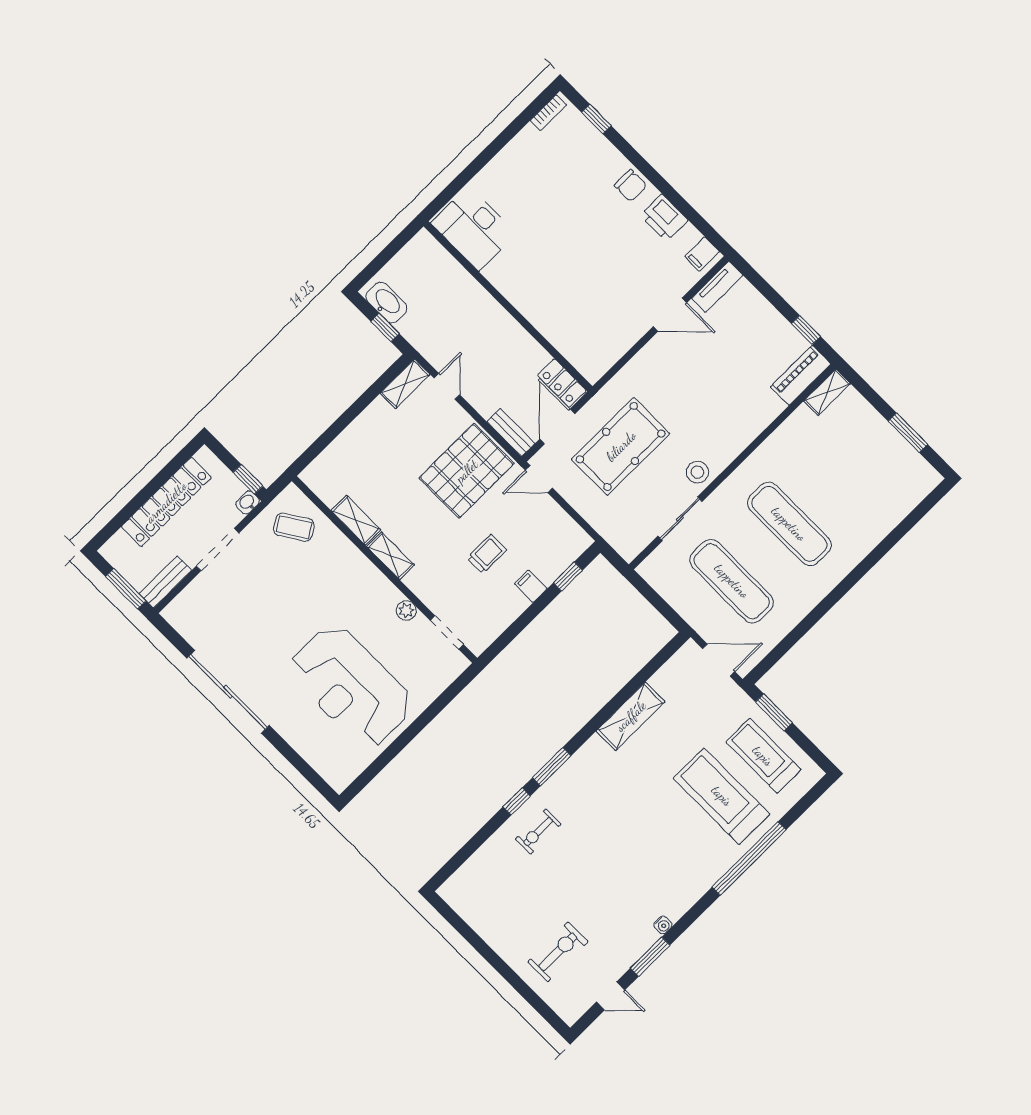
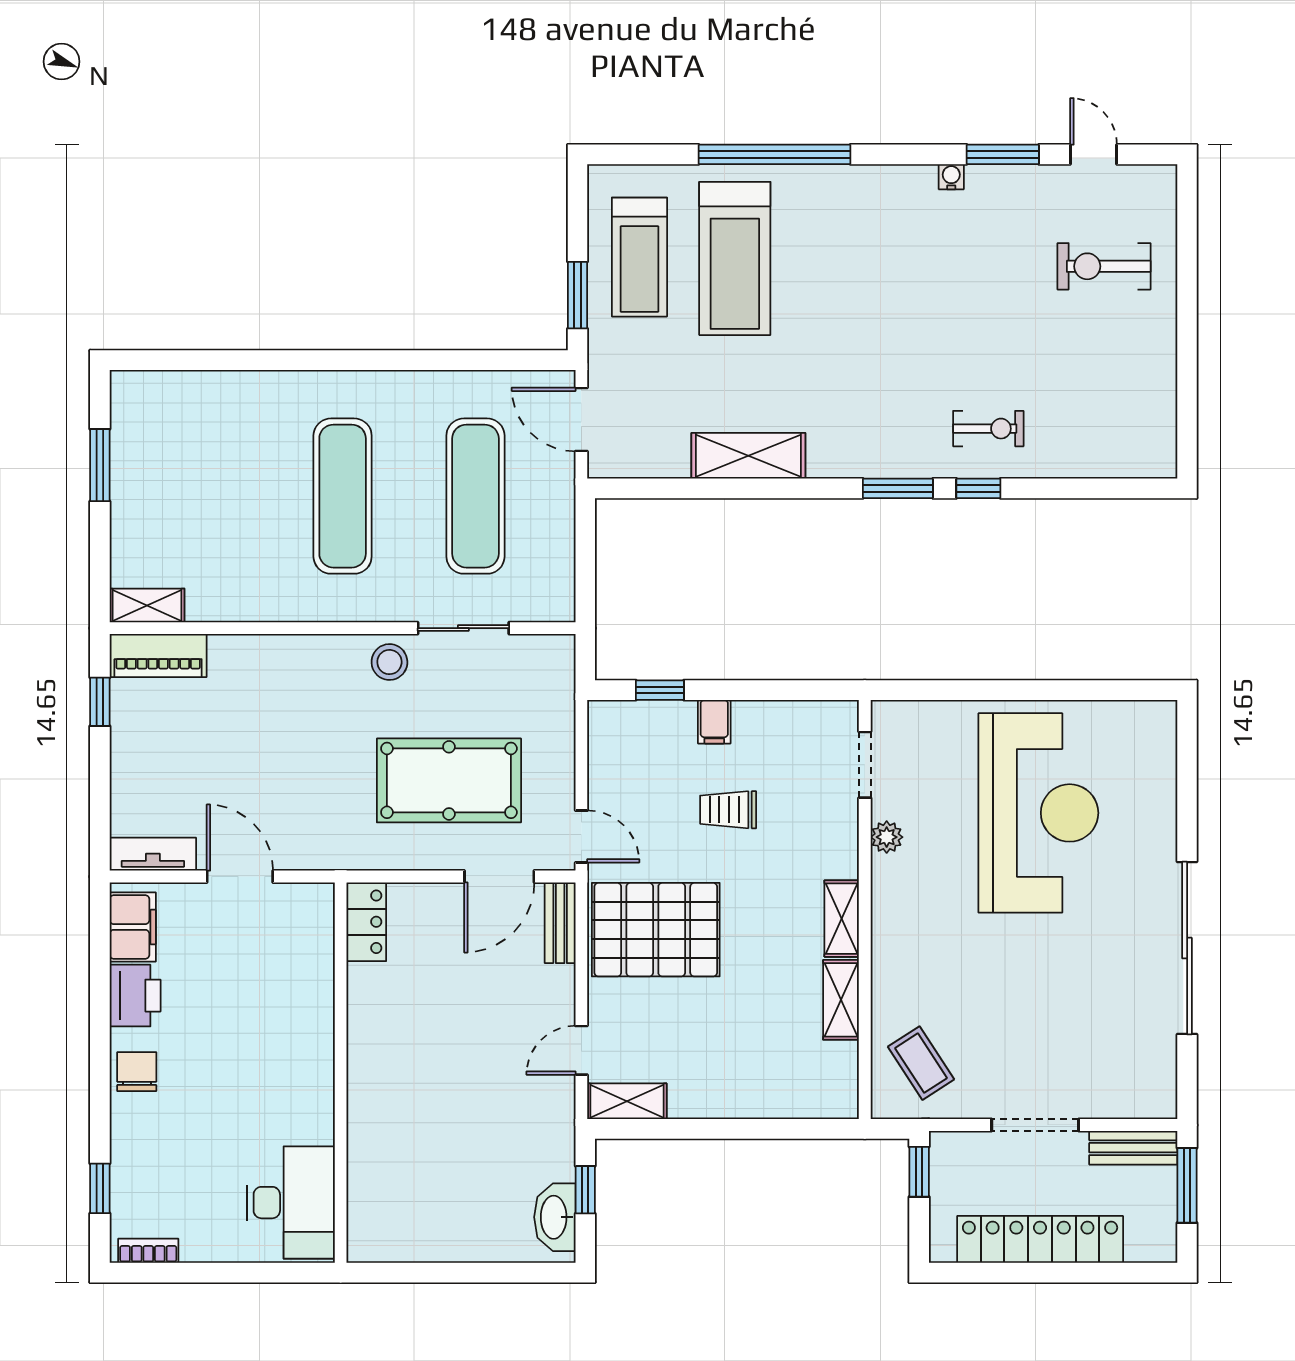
desk: (474, 228) -> (291, 1203), moved
filing cabinet: (702, 254) -> (133, 927), width x2.00
wall: (508, 306) -> (341, 1073), moved
locker: (562, 383) -> (366, 922), moved
washbasin: (248, 503) -> (946, 1145), removed

